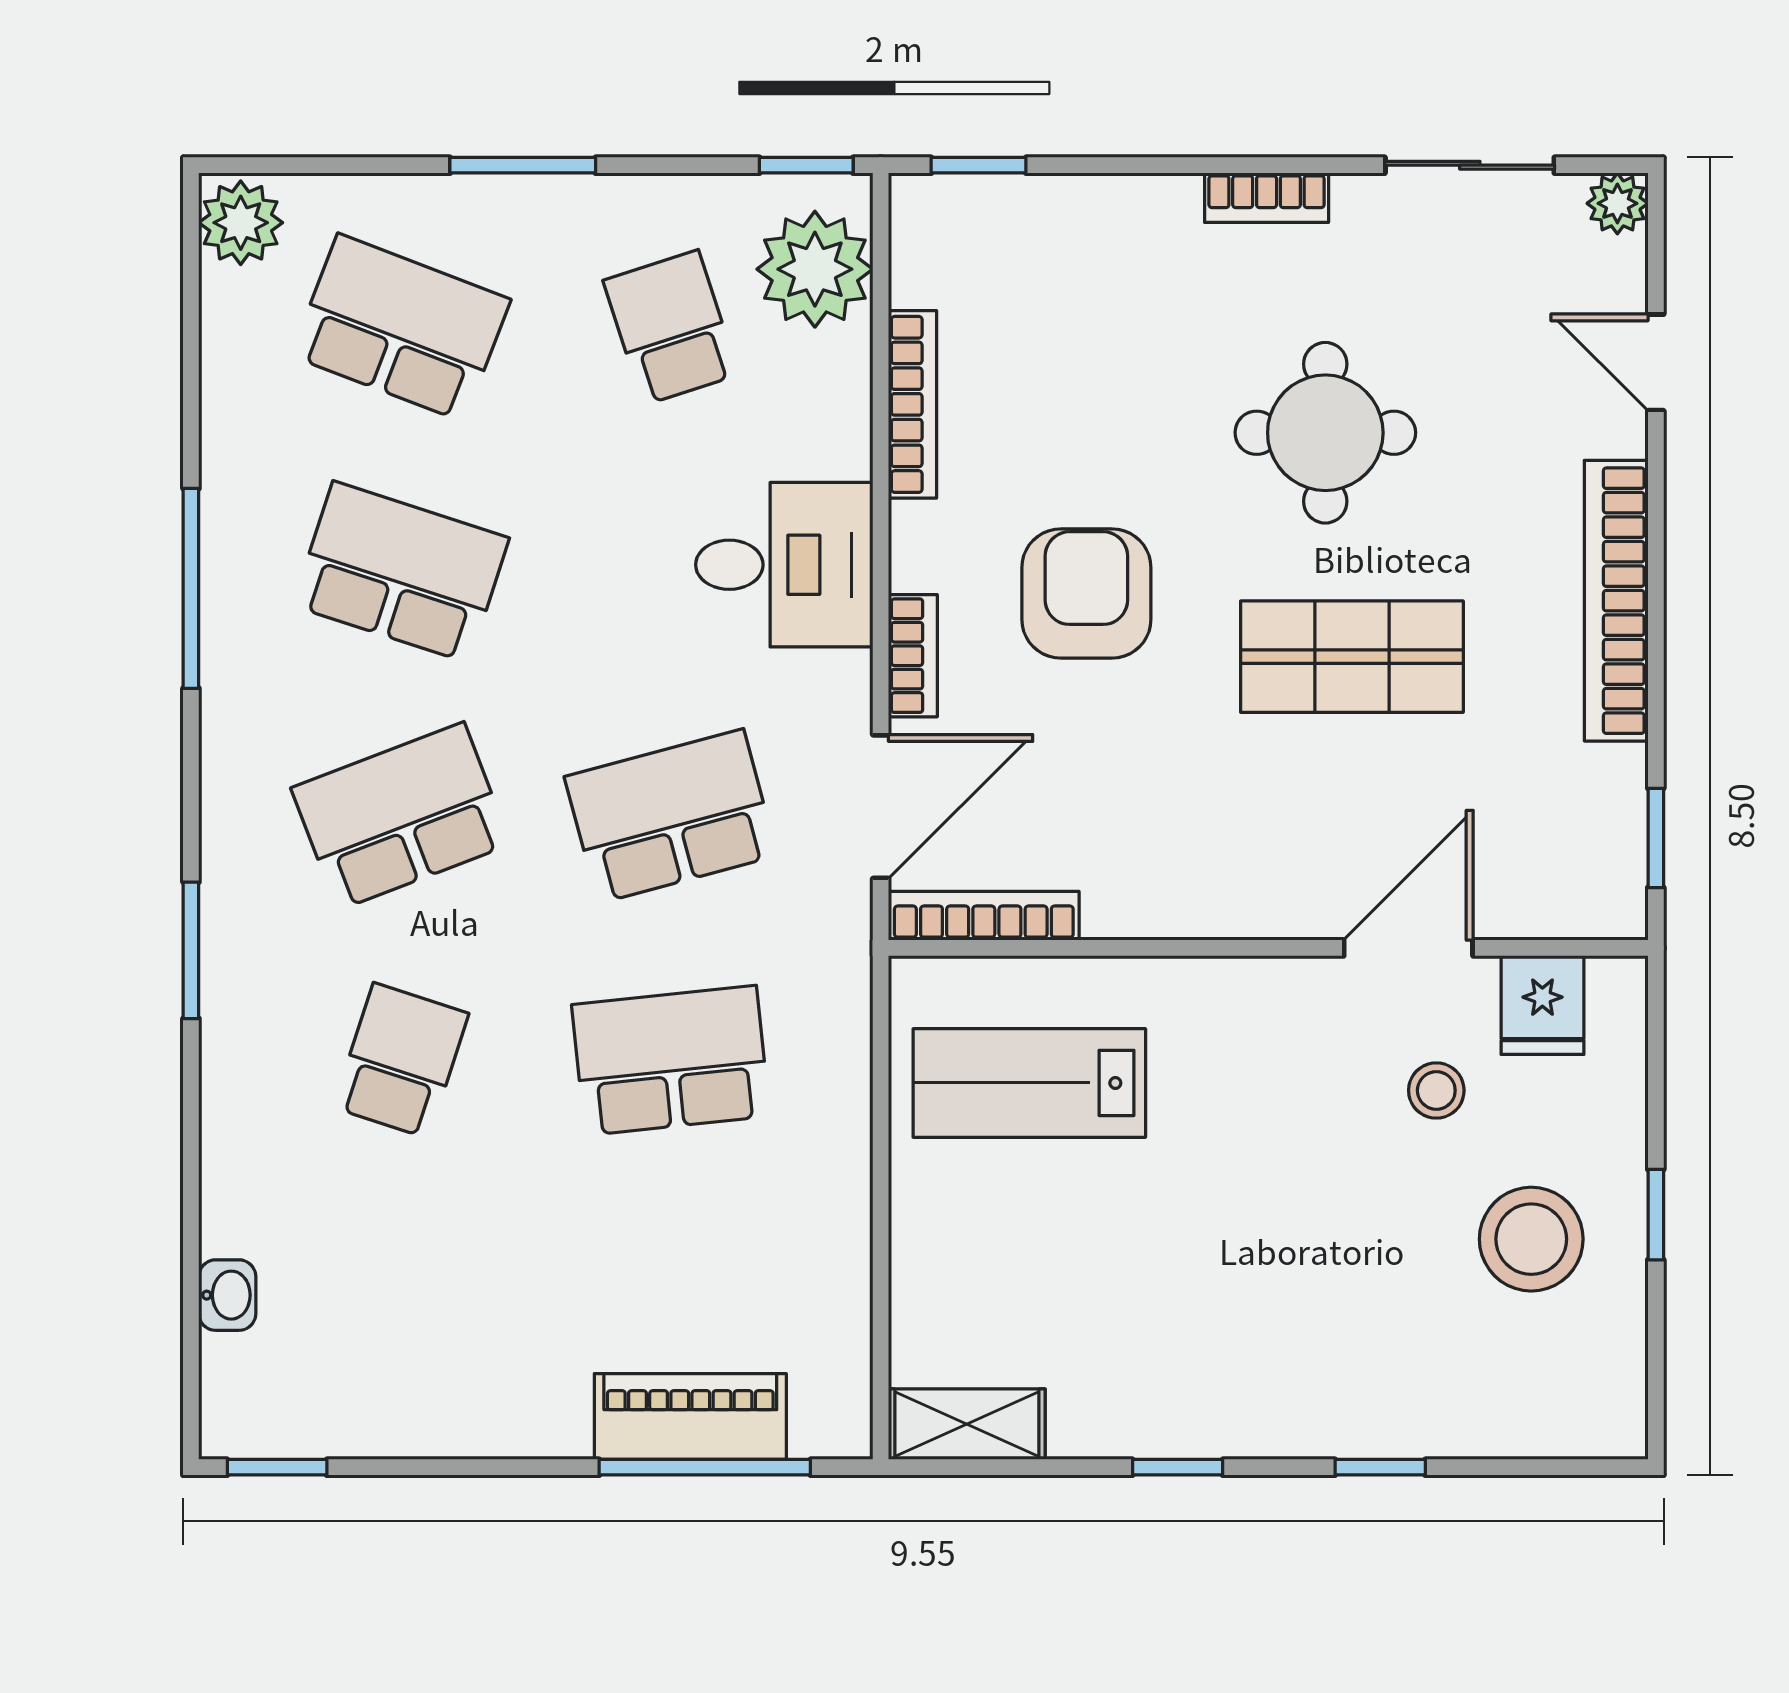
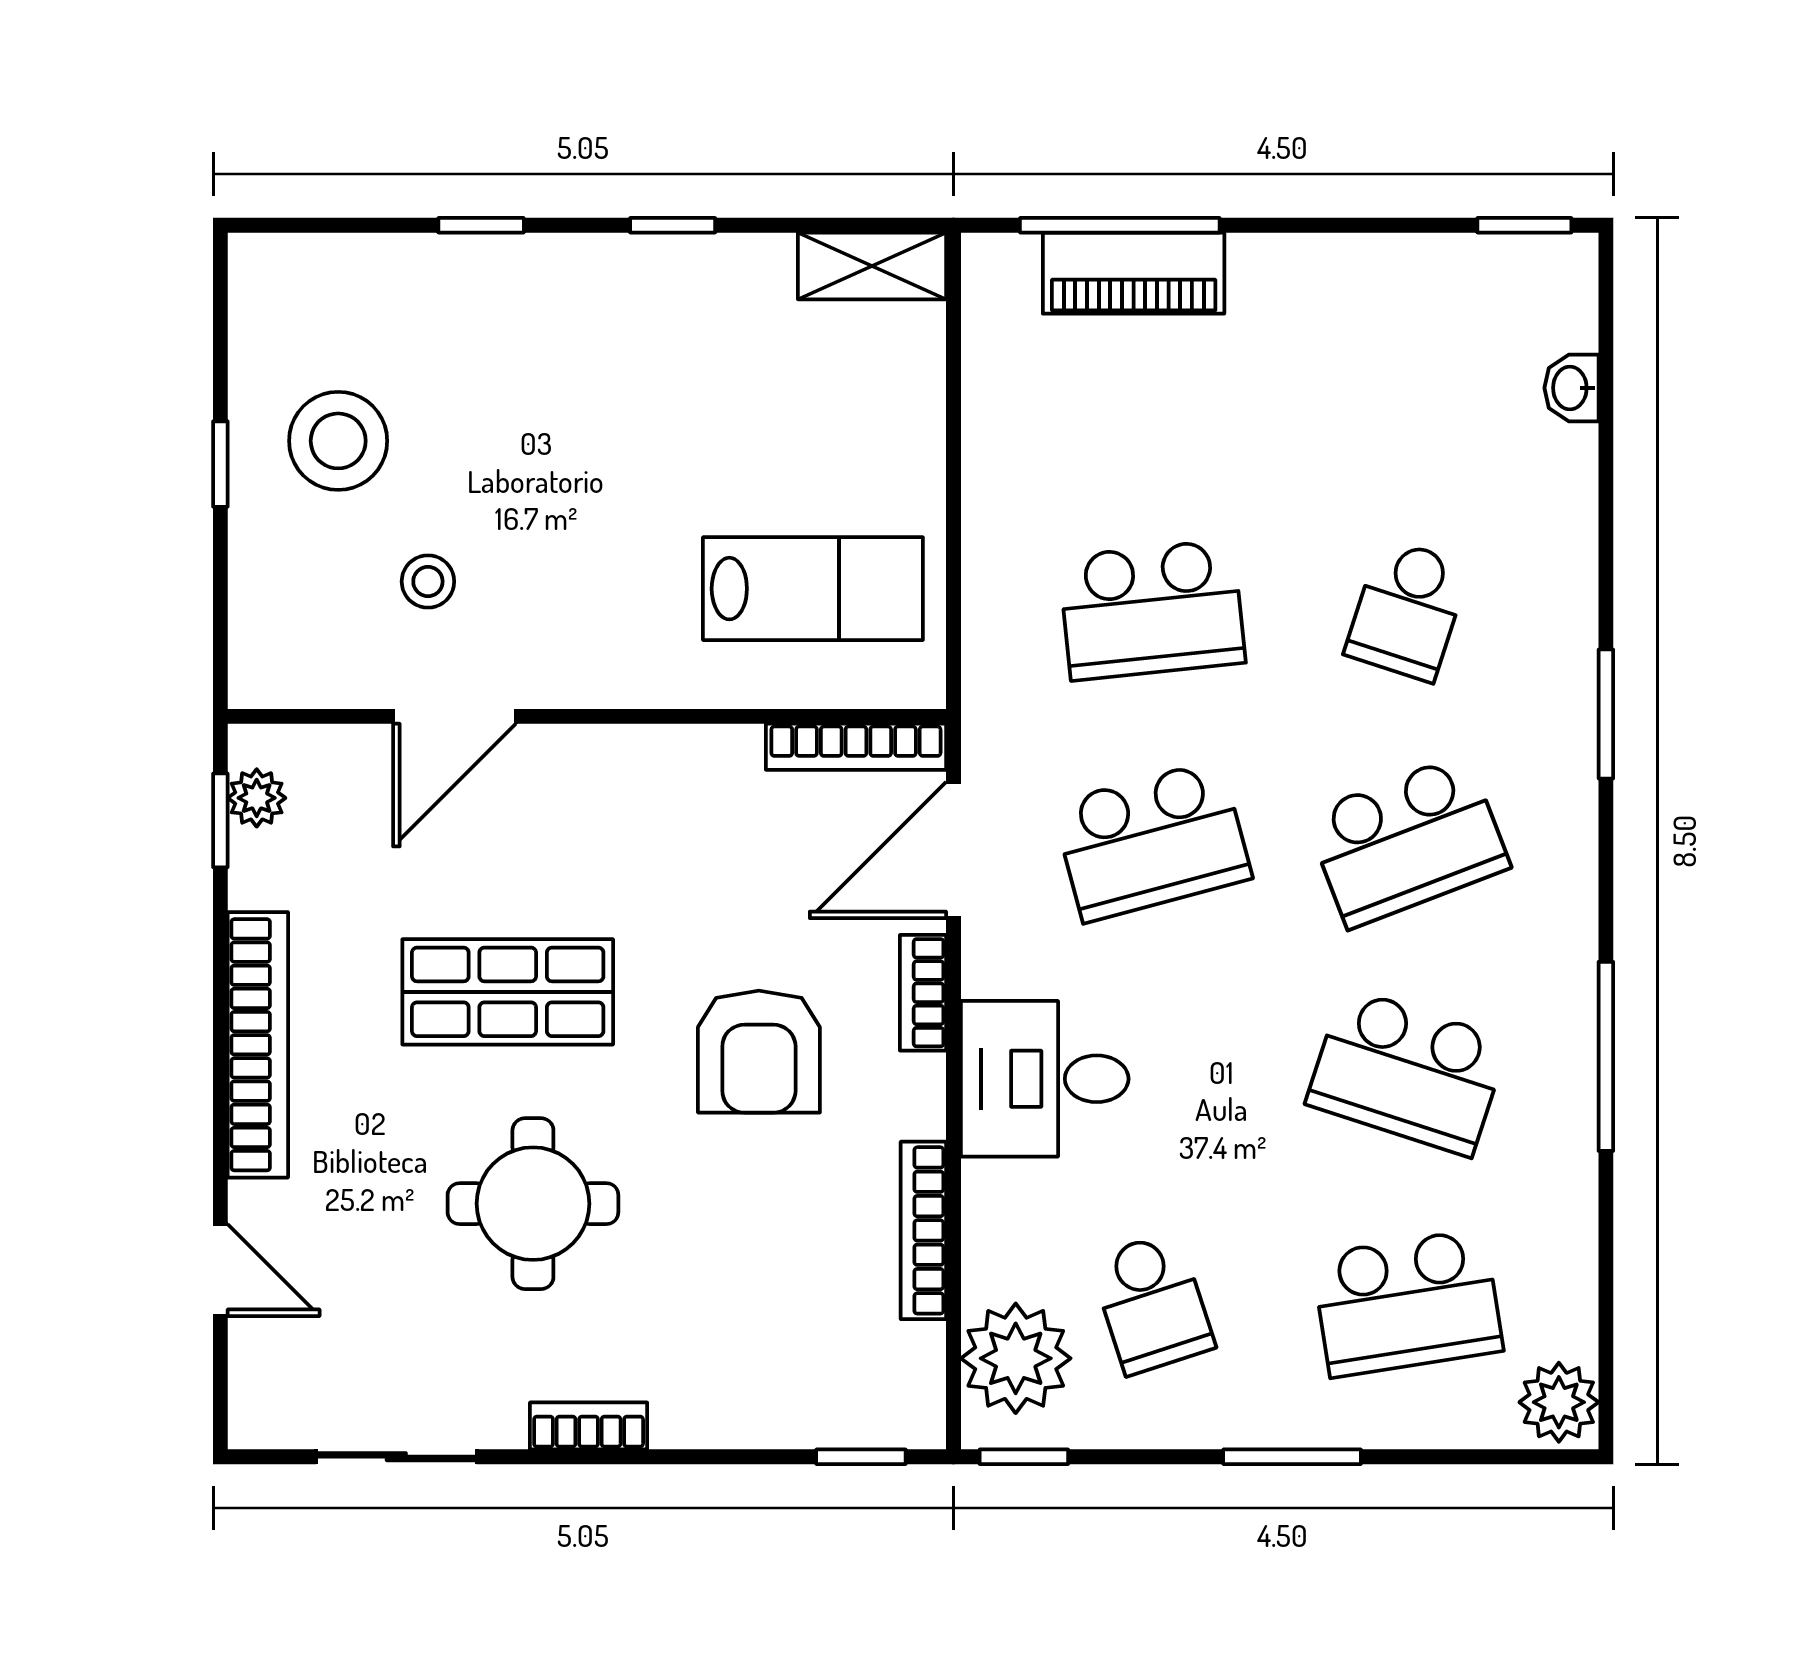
plant: (1617, 203) -> (257, 798), moved
school desk: (401, 328) -> (1407, 1303), turned -30
fridge: (1542, 1005) -> (328, 662), removed

